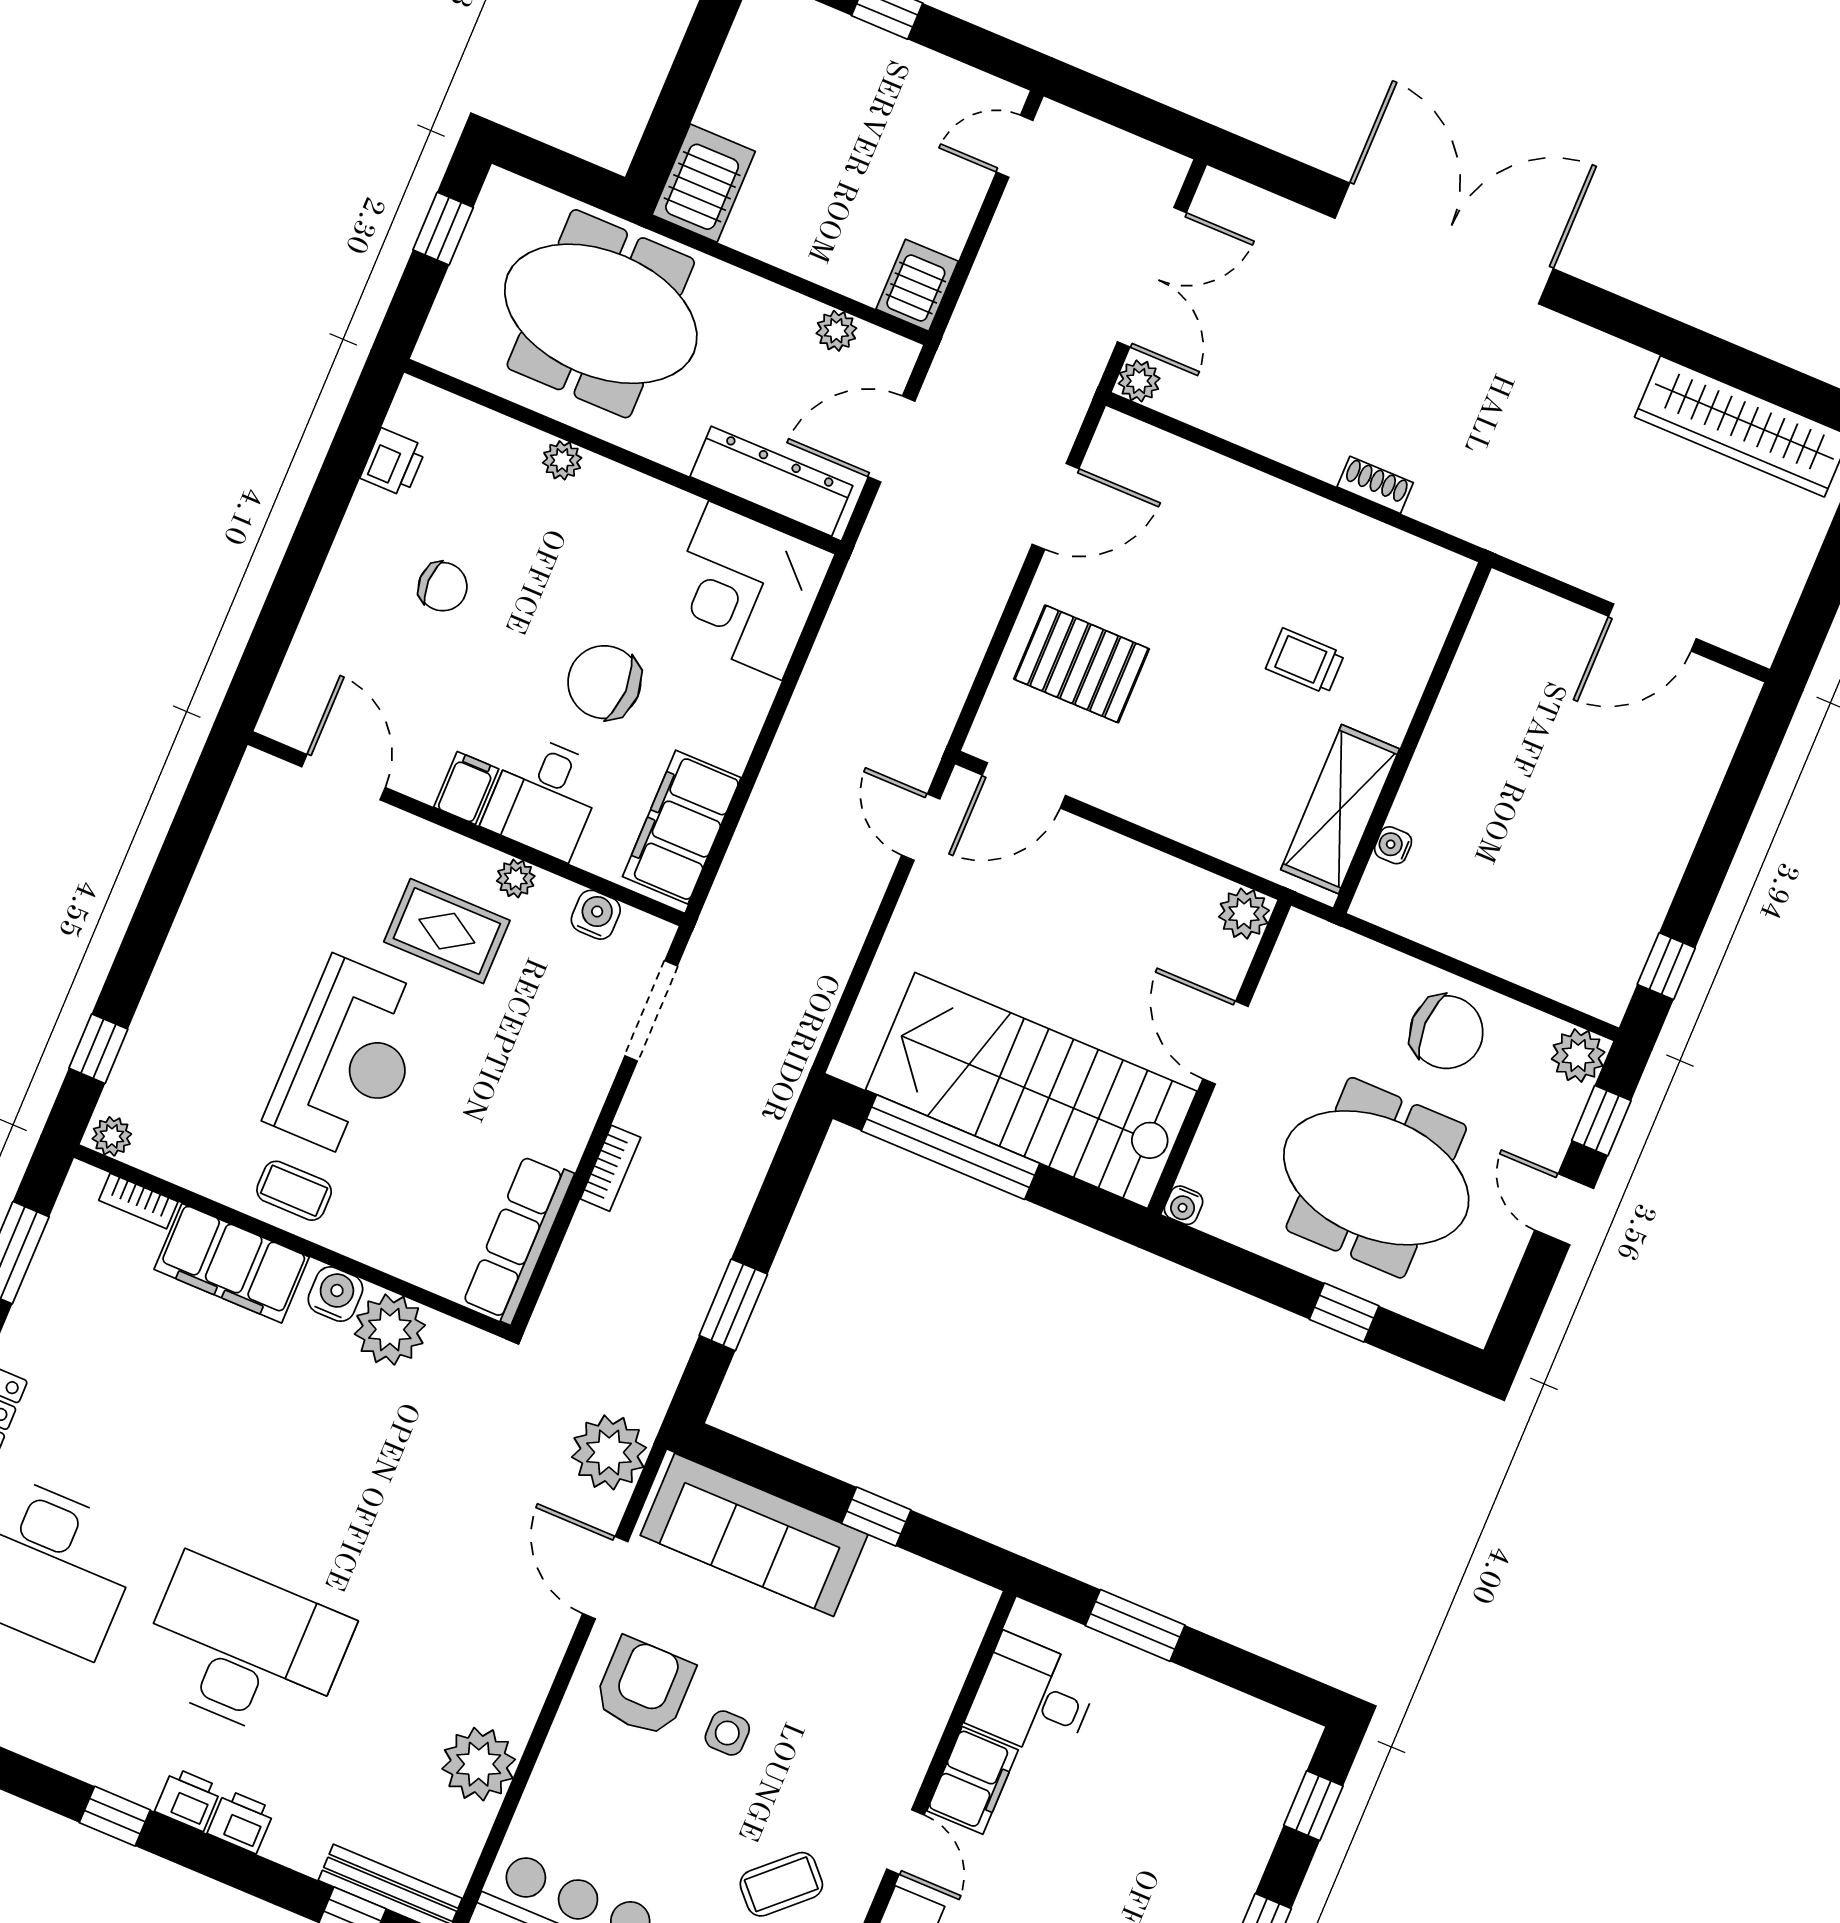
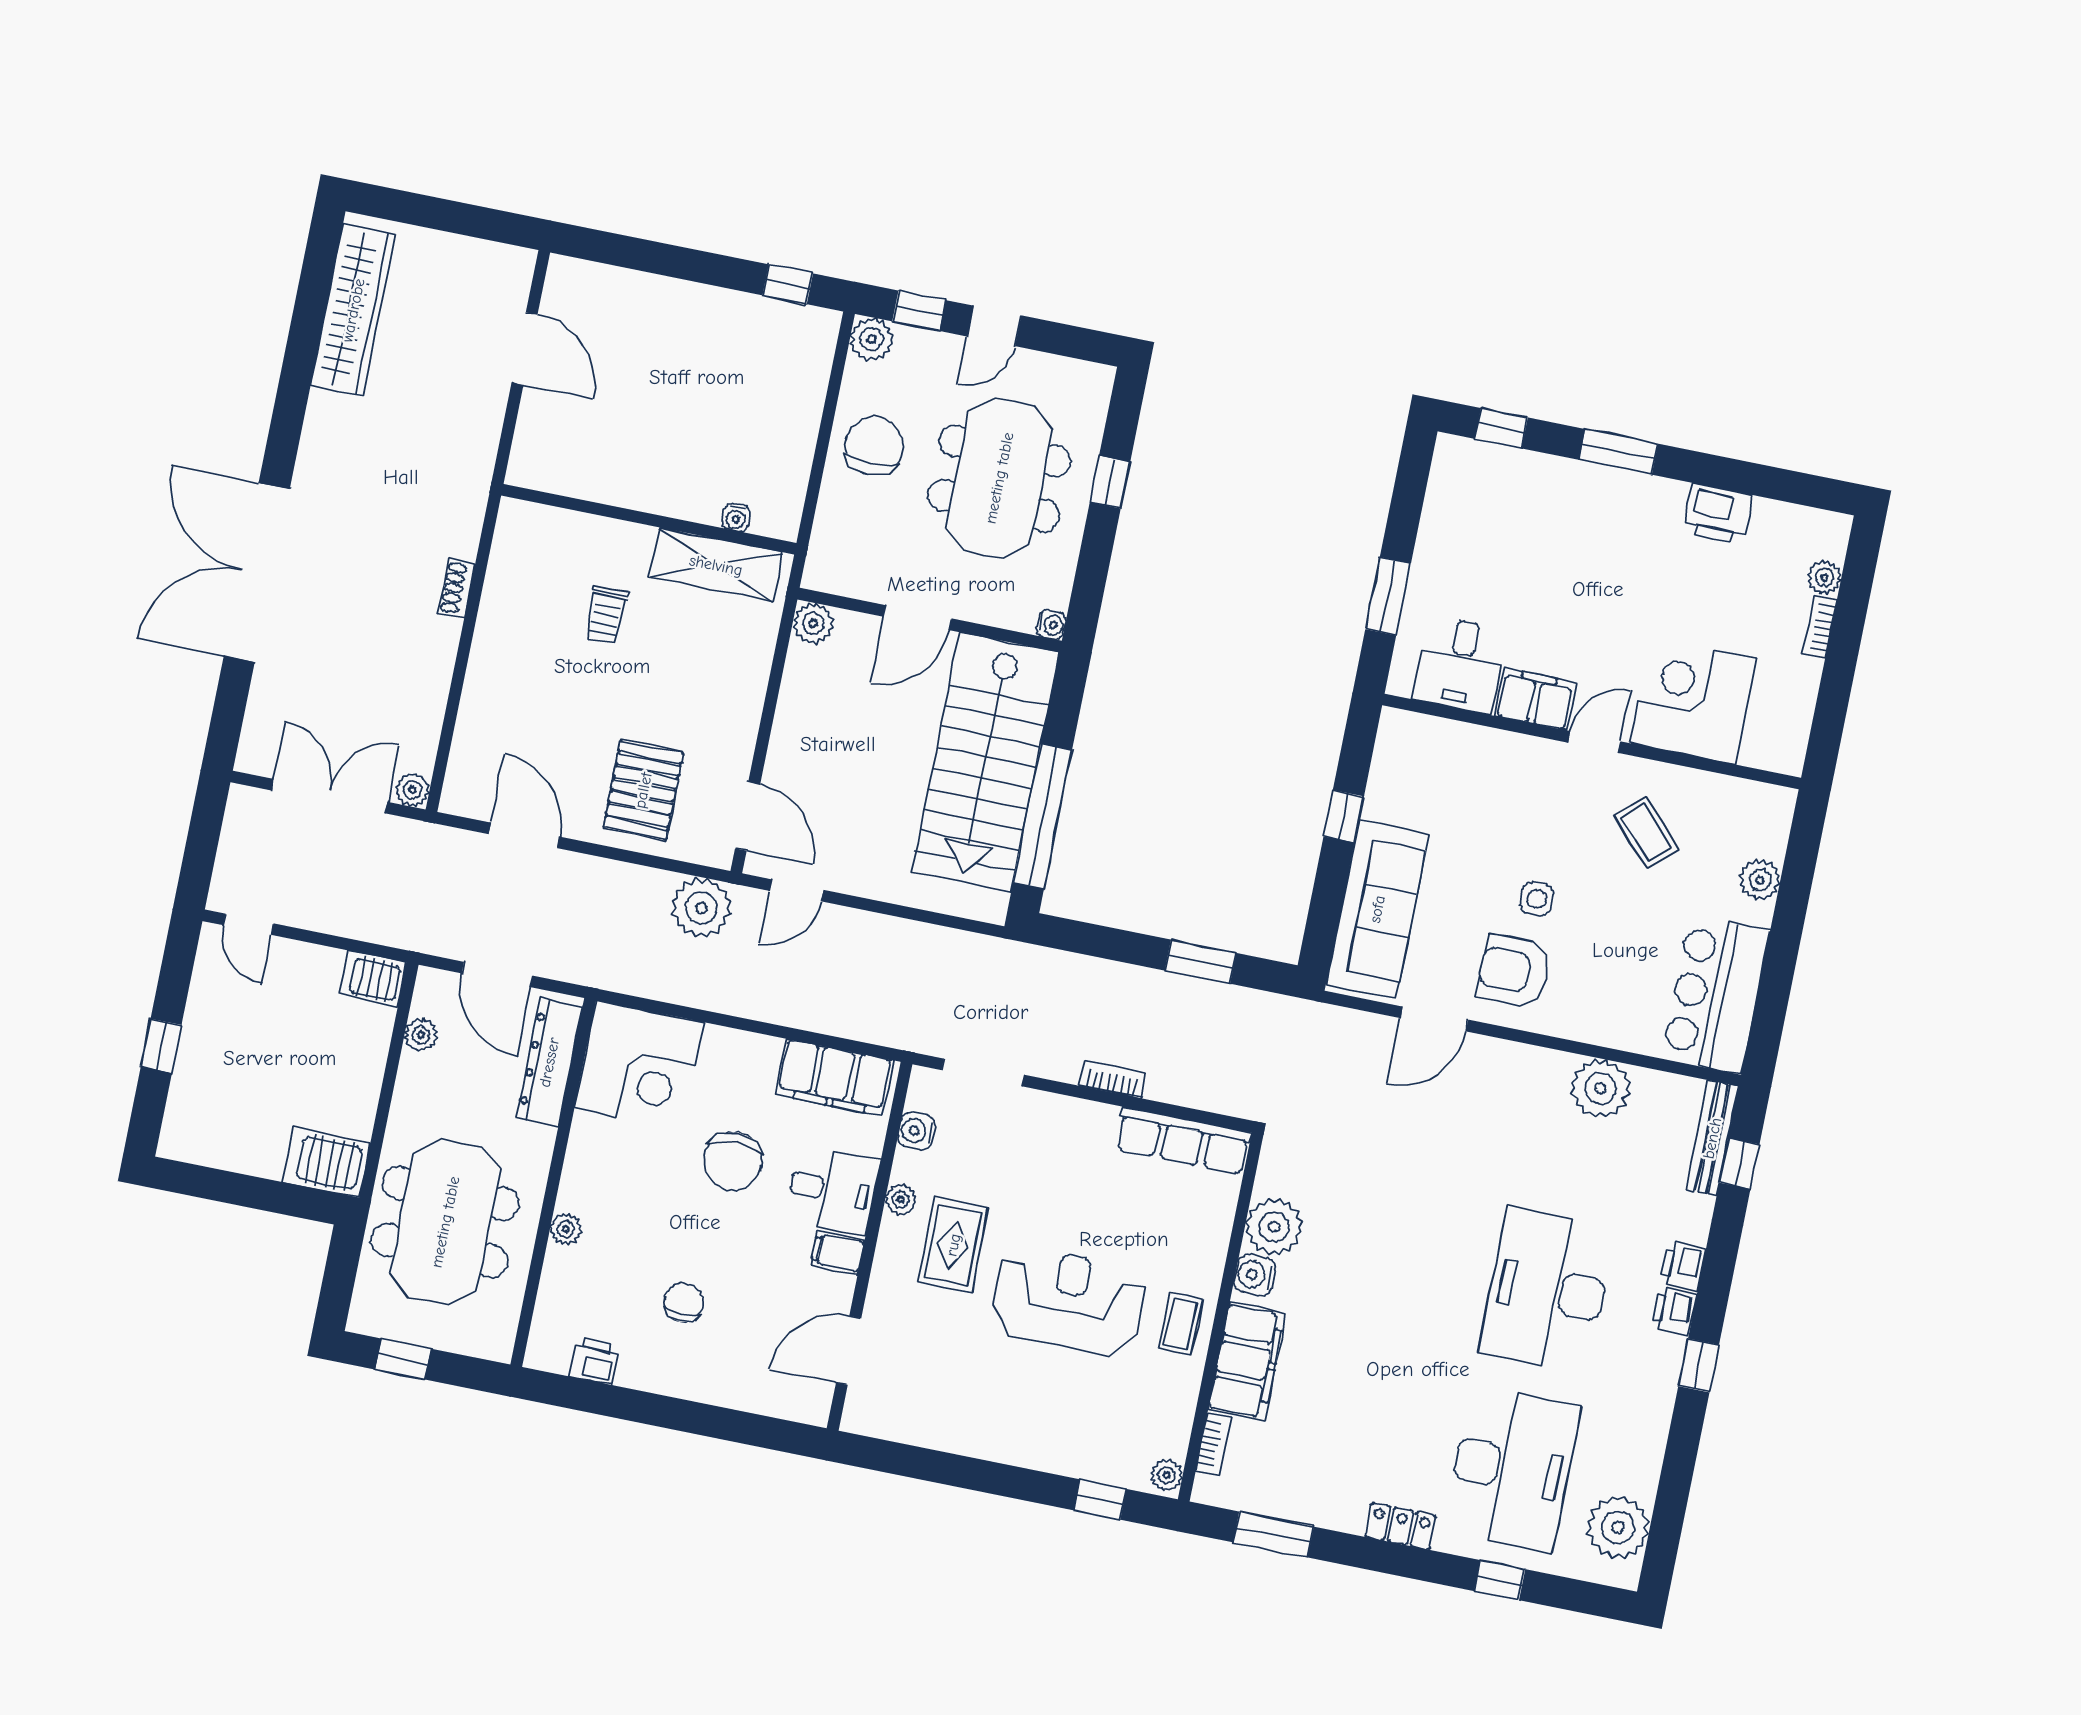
plant: (609, 1452) -> (701, 908), moved

